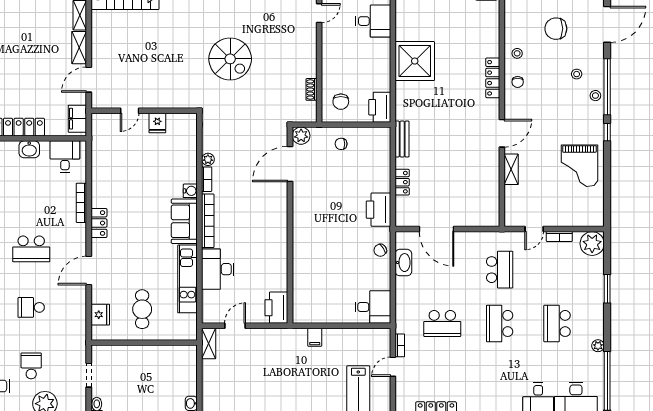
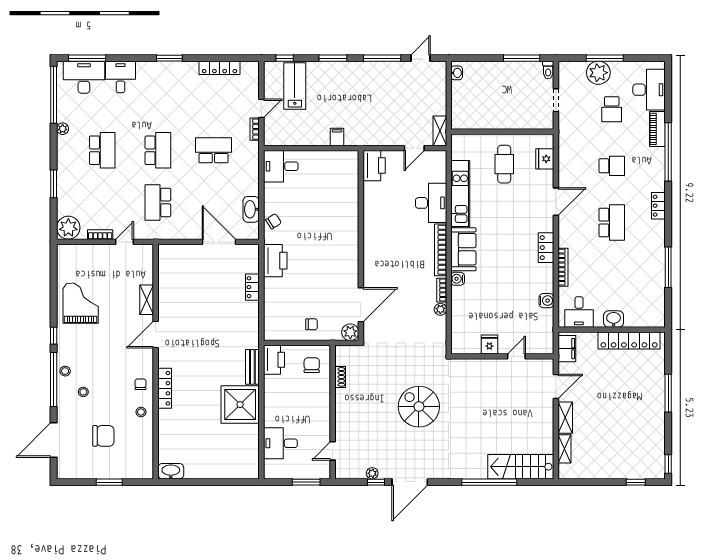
bench: (402, 139) -> (252, 367), moved
water cooler: (99, 168) -> (546, 301), added
school desk: (31, 249) -> (612, 222), turned 90

